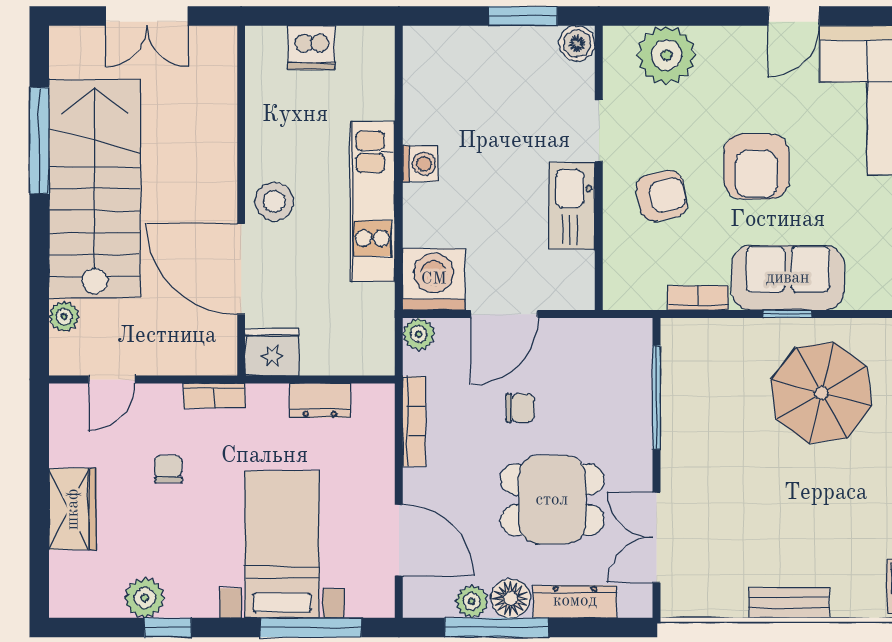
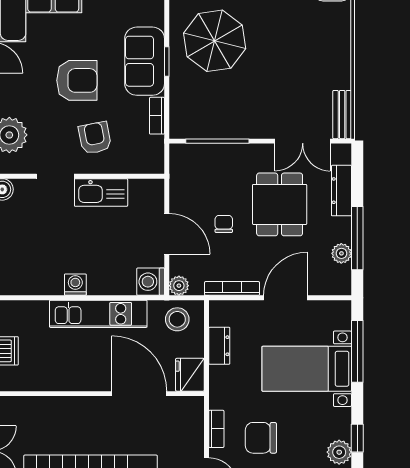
stool: (274, 201) -> (177, 319), moved
door: (241, 269) -> (139, 394), swing flipped
washing machine: (434, 279) -> (151, 282), width x0.73, depth x0.73
bookcase: (214, 396) -> (216, 429), moved
chair: (168, 469) -> (261, 438), width x1.87, depth x1.87
door: (399, 540) -> (285, 298), moved
floor lamp: (511, 598) -> (340, 230), removed
bench: (789, 603) -> (342, 115), moved

